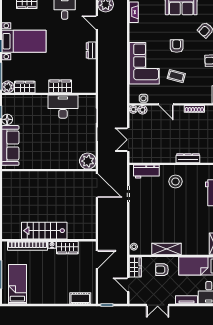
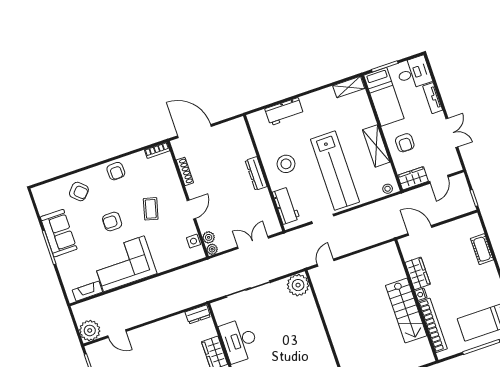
door: (97, 23) -> (117, 334), hinge flipped
dresser: (91, 50) -> (198, 314), moved
corner sofa: (144, 63) -> (124, 264), moved
double door: (128, 140) -> (253, 242), swing flipped
dresser: (188, 158) -> (256, 173), moved
door: (97, 186) -> (326, 263), width x0.53
lab bench: (159, 214) -> (335, 171), added
cot: (80, 298) -> (482, 249), moved

